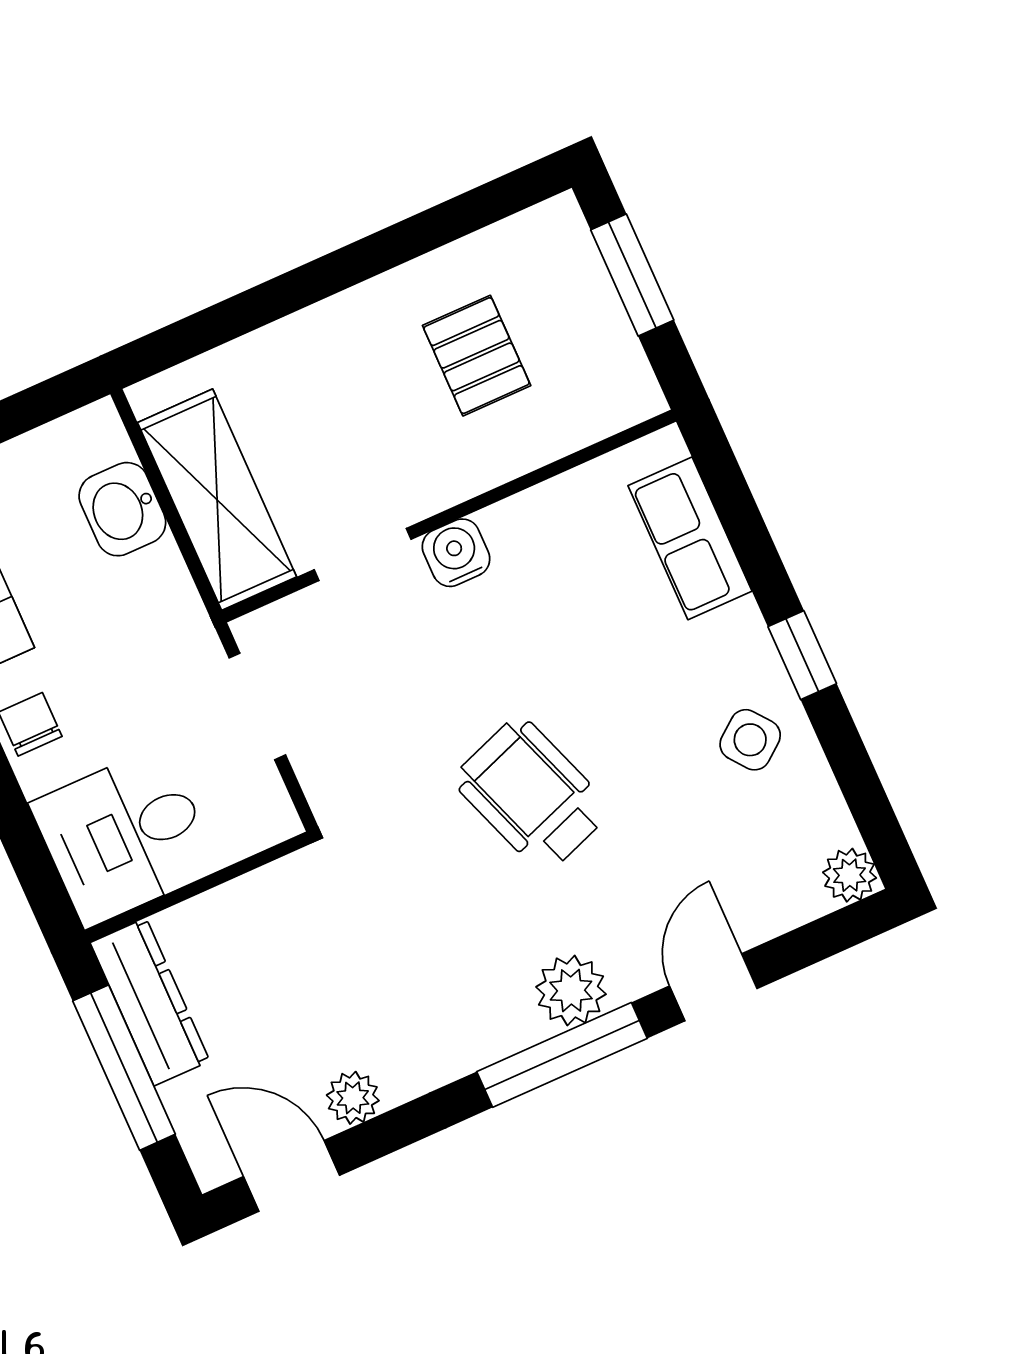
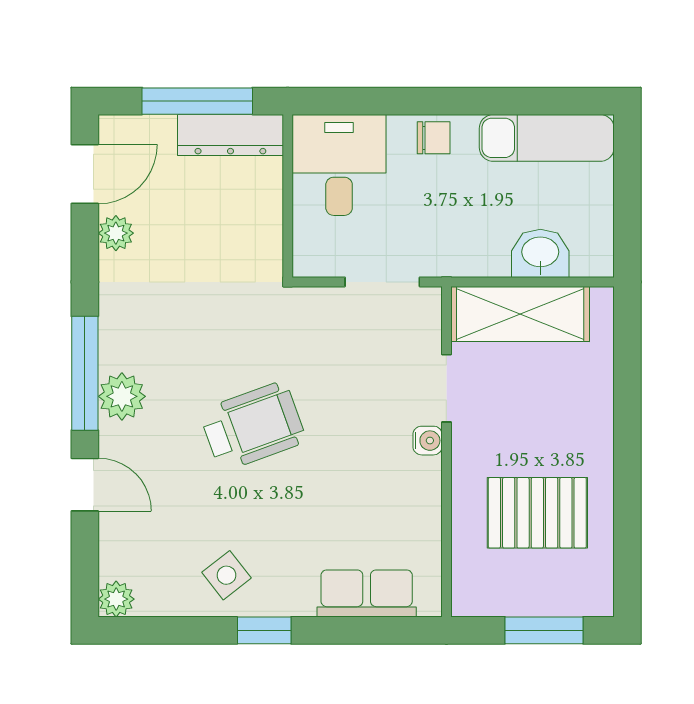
pallet: (477, 356) -> (537, 513), width x1.50, depth x1.42
water cooler: (456, 553) -> (428, 441), width x0.72, depth x0.72

